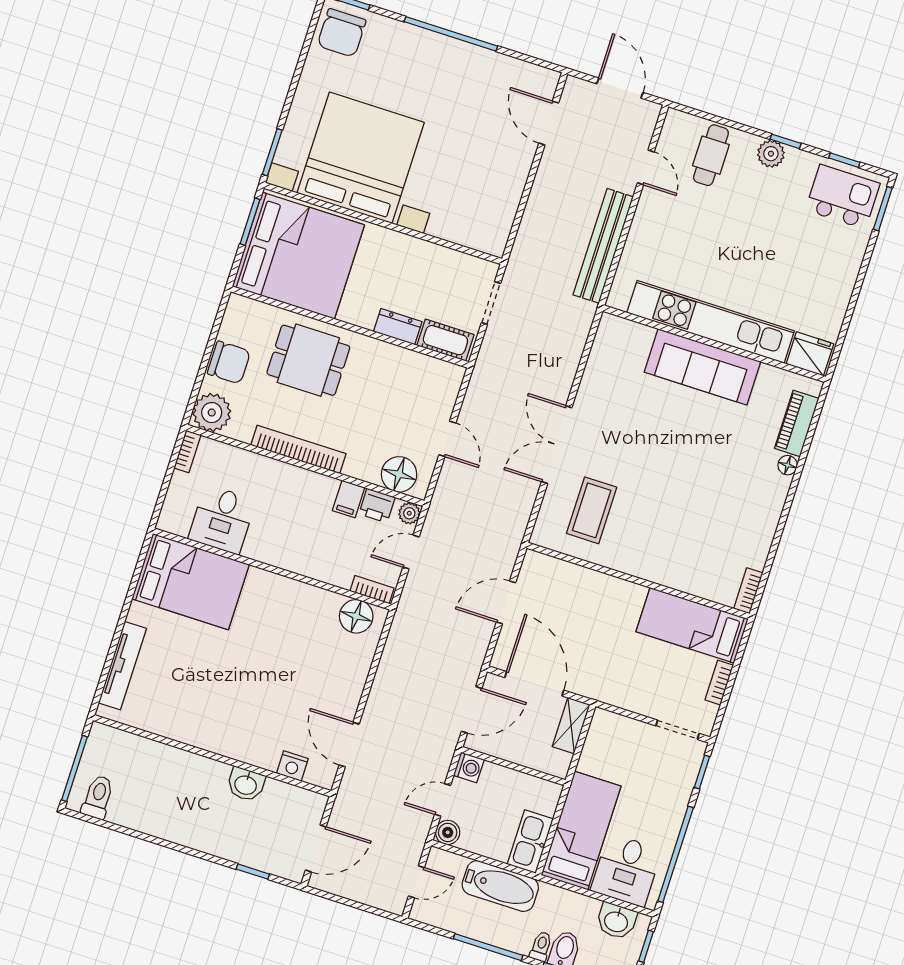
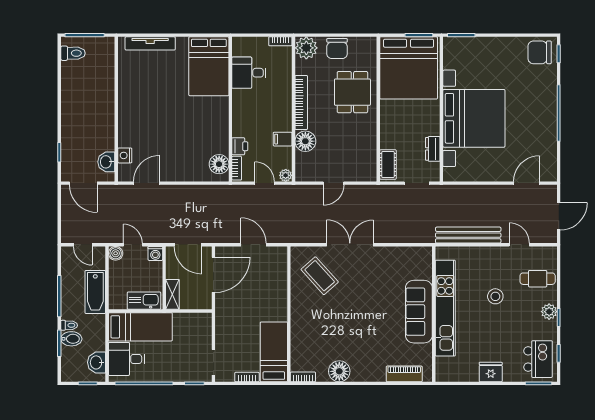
bed with nightstands: (361, 158) -> (474, 118), moved
door: (646, 167) -> (519, 245), swing flipped
stool: (718, 234) -> (495, 296), added
dresser: (398, 327) -> (433, 149), moved, turned 180
fridge: (810, 354) -> (491, 372), moved, turned -90
floor lamp: (788, 465) -> (339, 371), moved, width x1.89, depth x1.89
floor lamp: (399, 474) -> (305, 141), moved
printer: (377, 506) -> (240, 146), moved, turned 180
coffee table: (592, 510) -> (320, 276), turned 48
shelving: (571, 726) -> (172, 294), moved, turned 90
washbasin: (246, 784) -> (106, 162), moved
kitchen sink: (530, 842) -> (144, 301), moved

